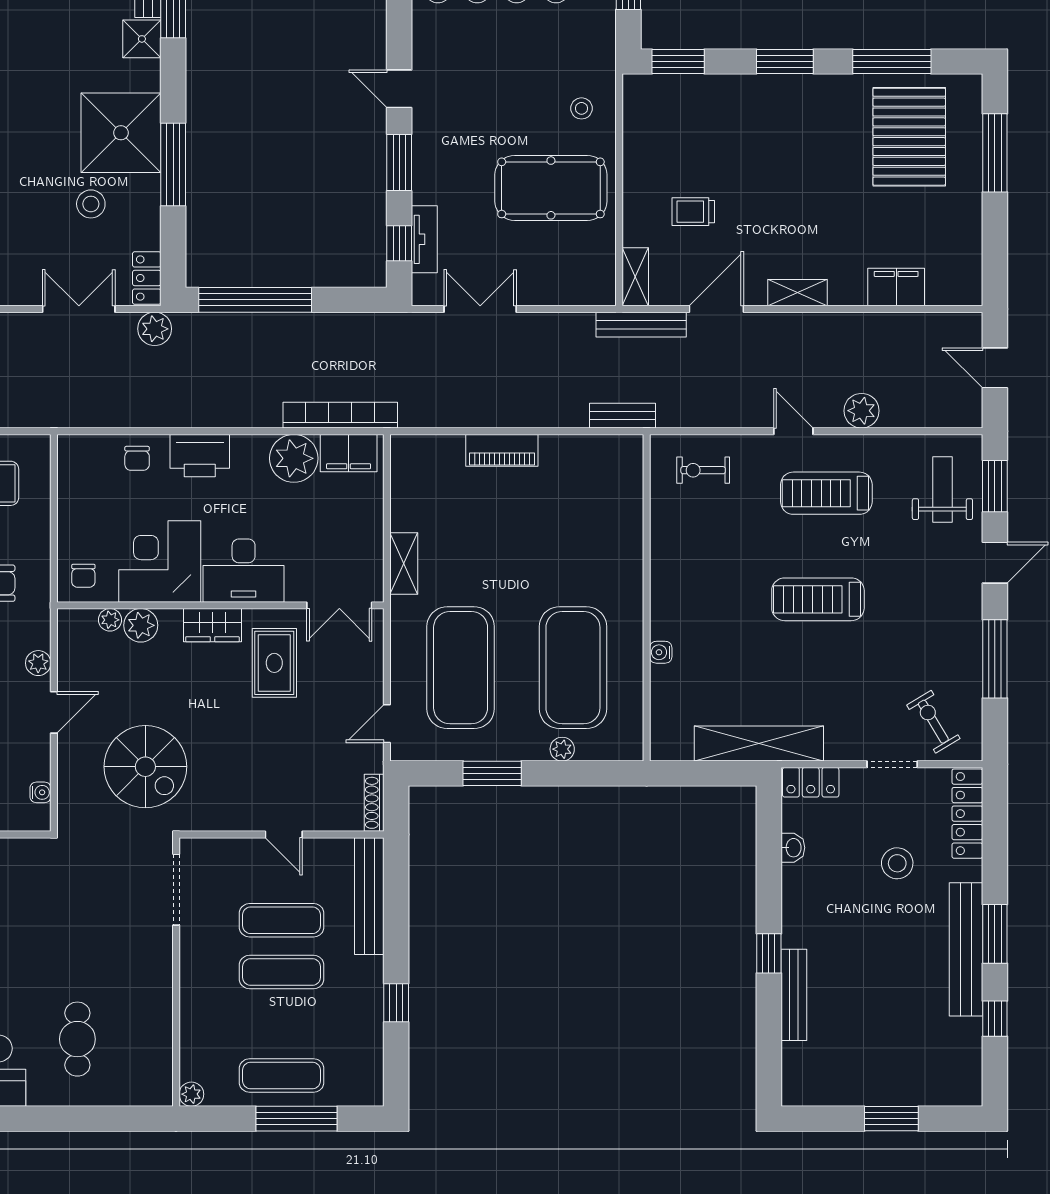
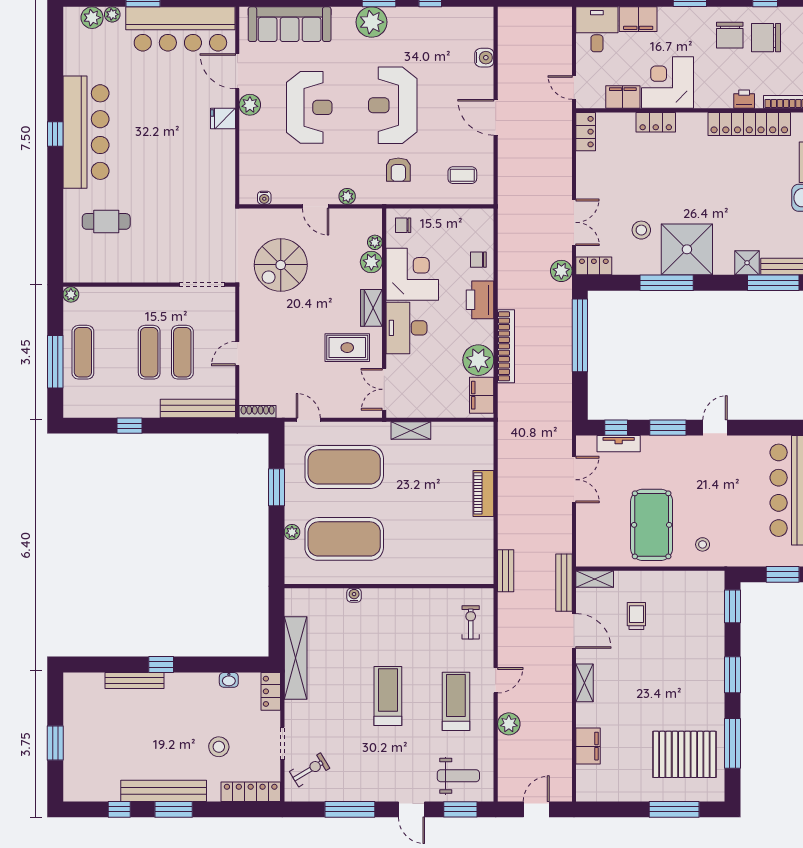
bookcase: (340, 415) -> (506, 346), moved

